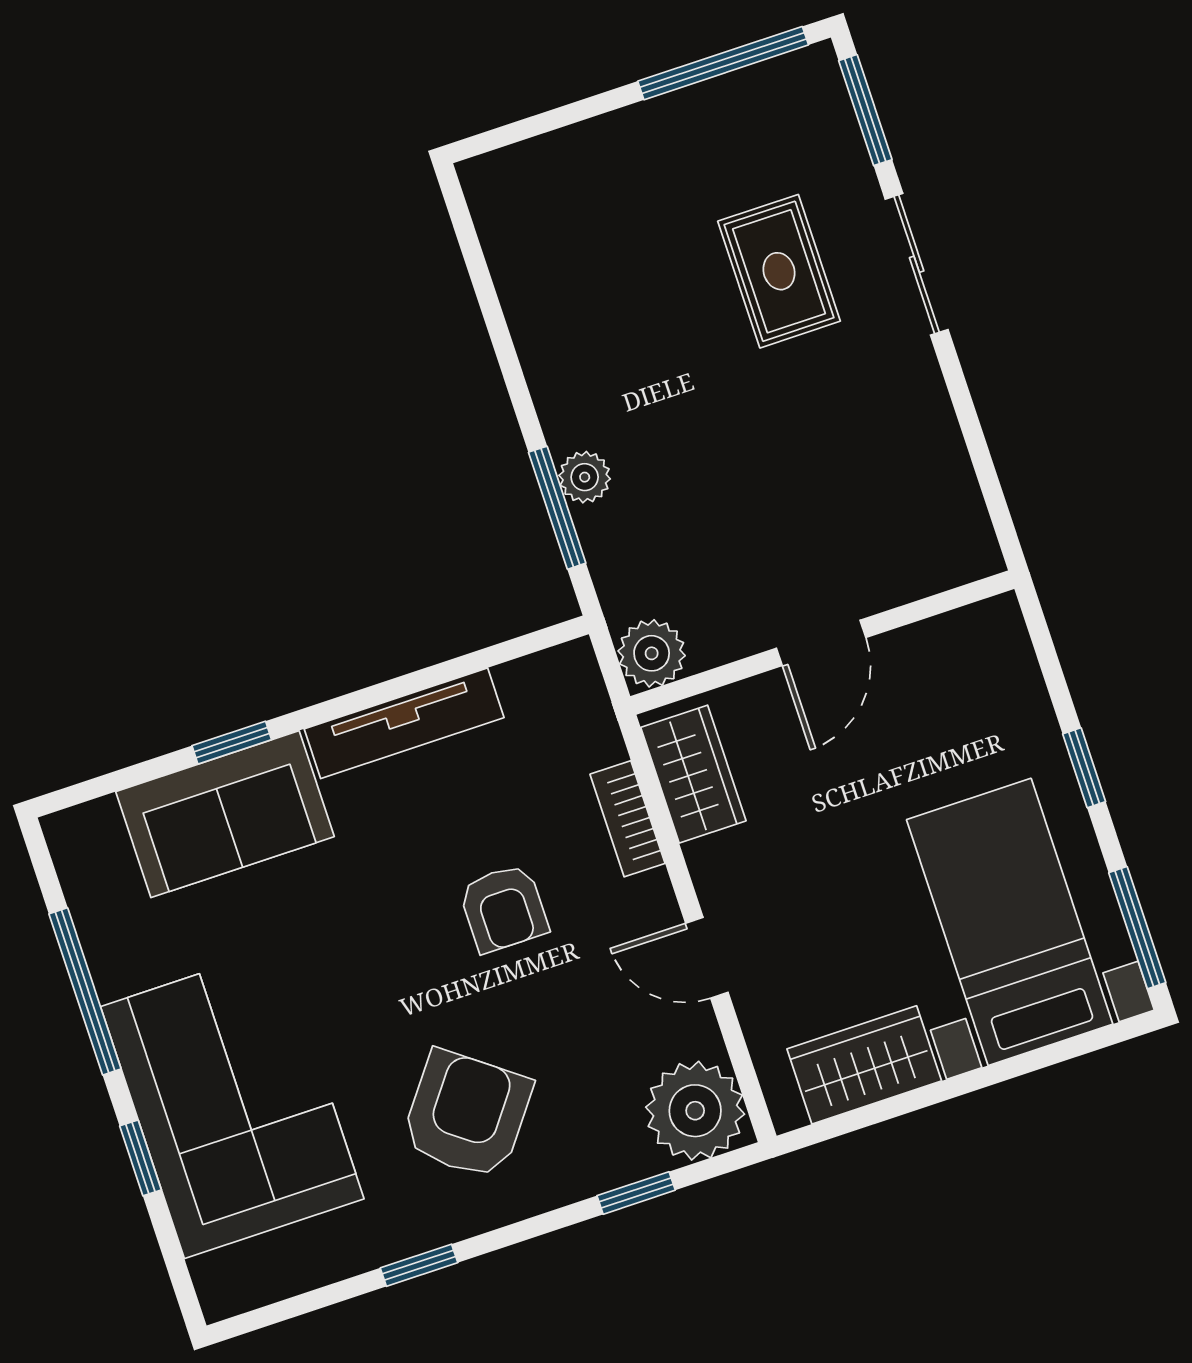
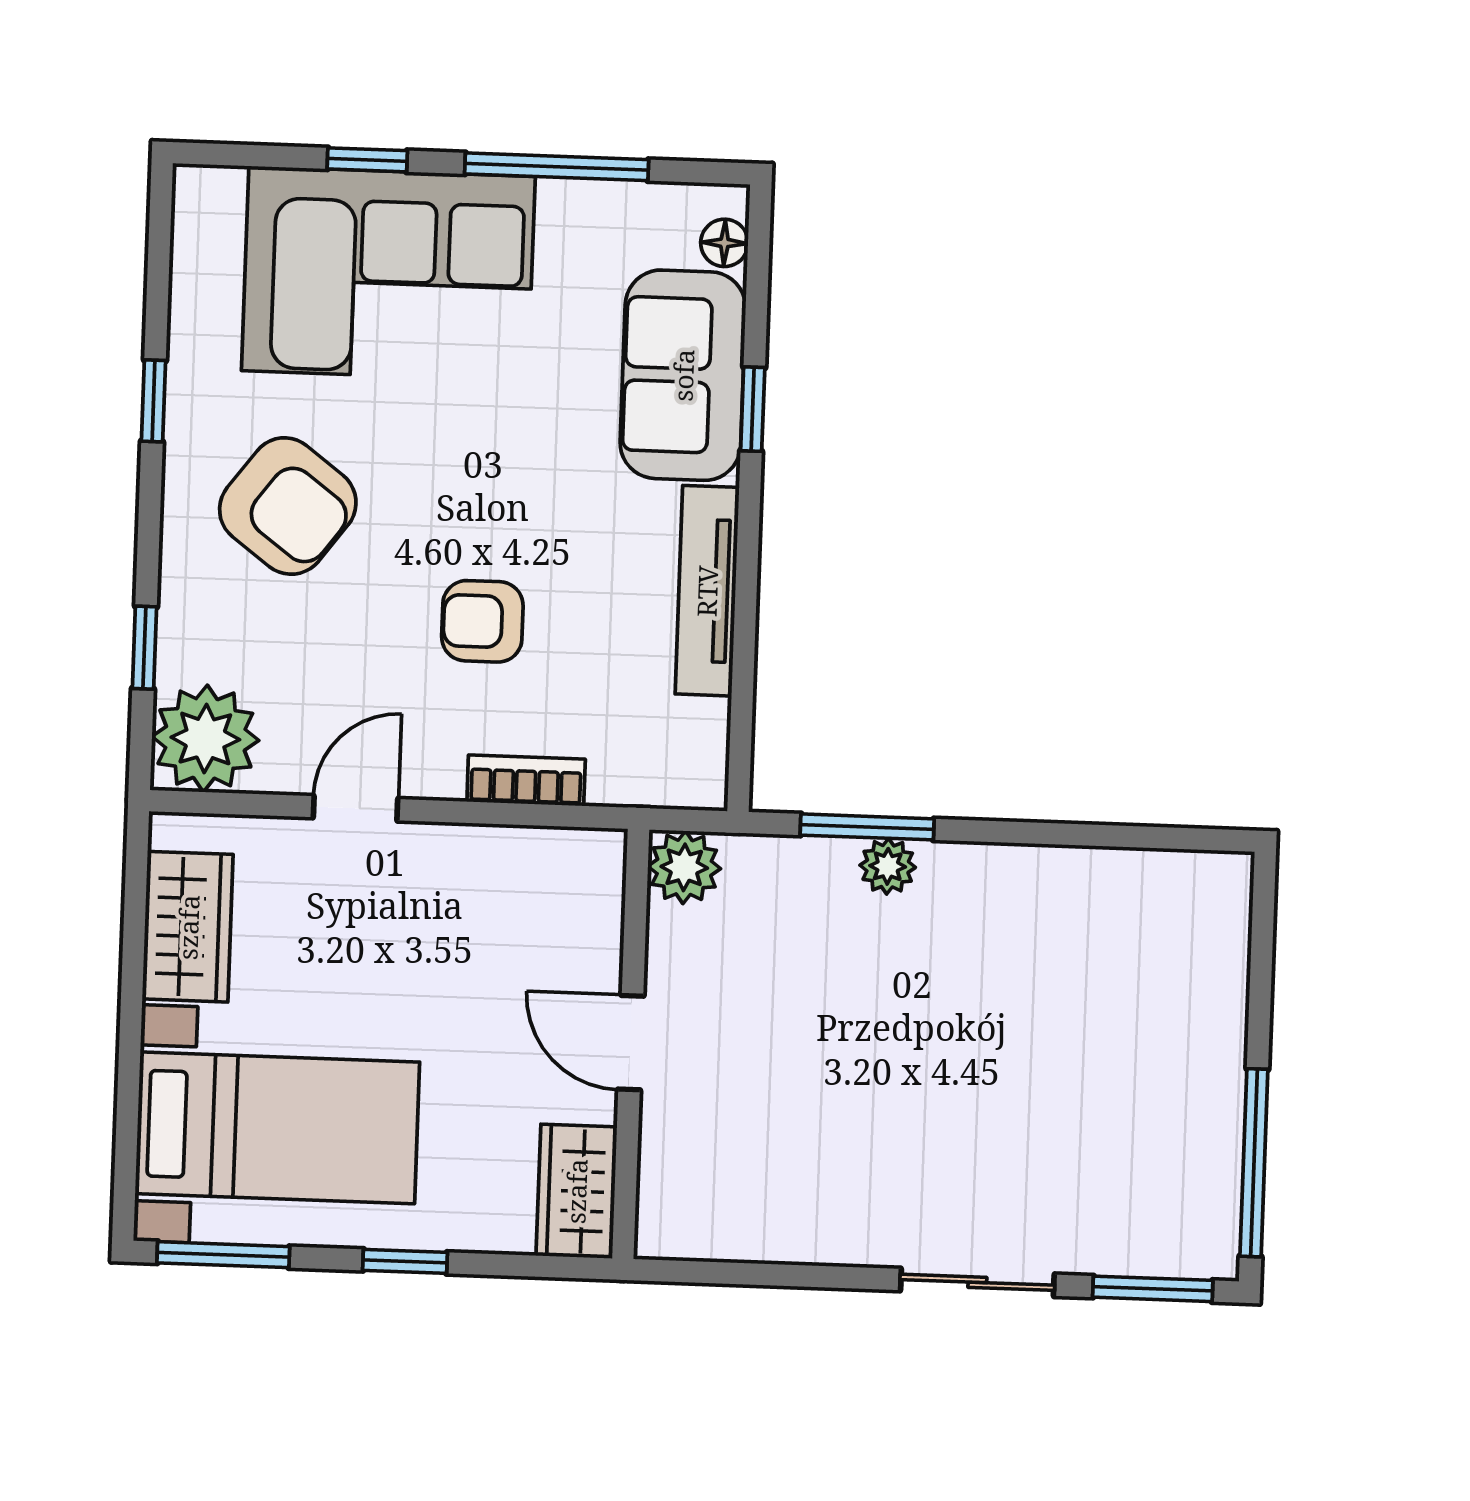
rug: (779, 271) -> (1022, 1141), removed
wardrobe: (693, 774) -> (576, 1191), moved, turned 90
floor lamp: (97, 821) -> (724, 243), added

